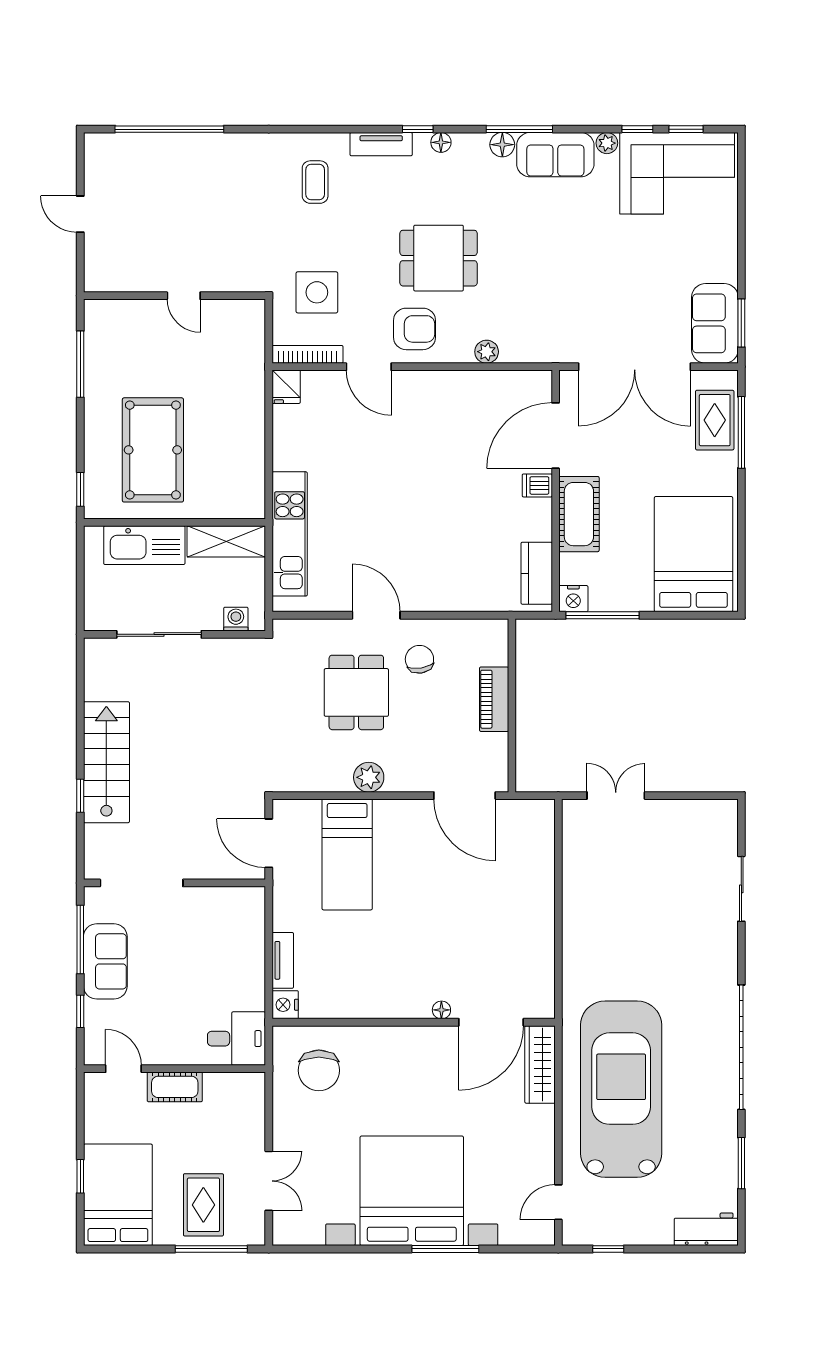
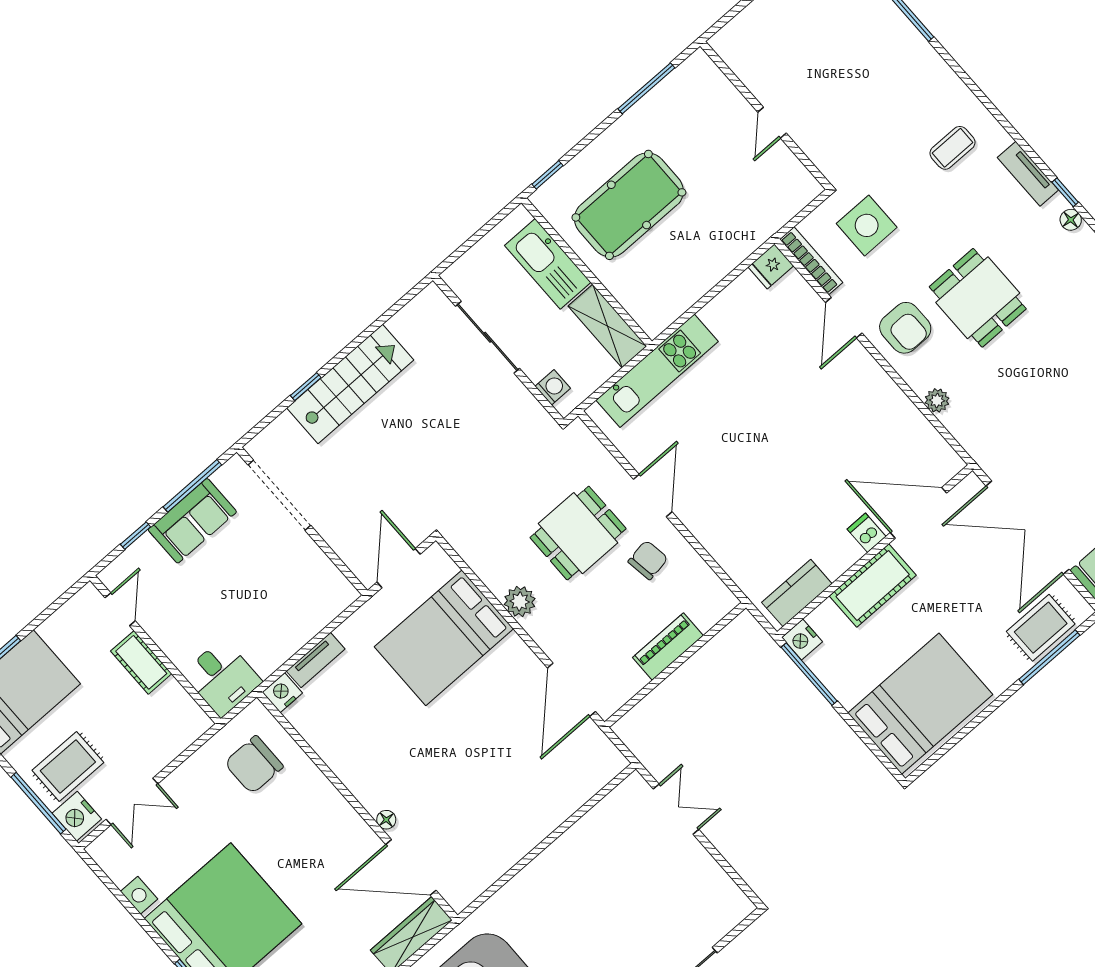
bed: (347, 854) -> (444, 638), width x1.50
nightstand: (245, 1230) -> (77, 816), added

